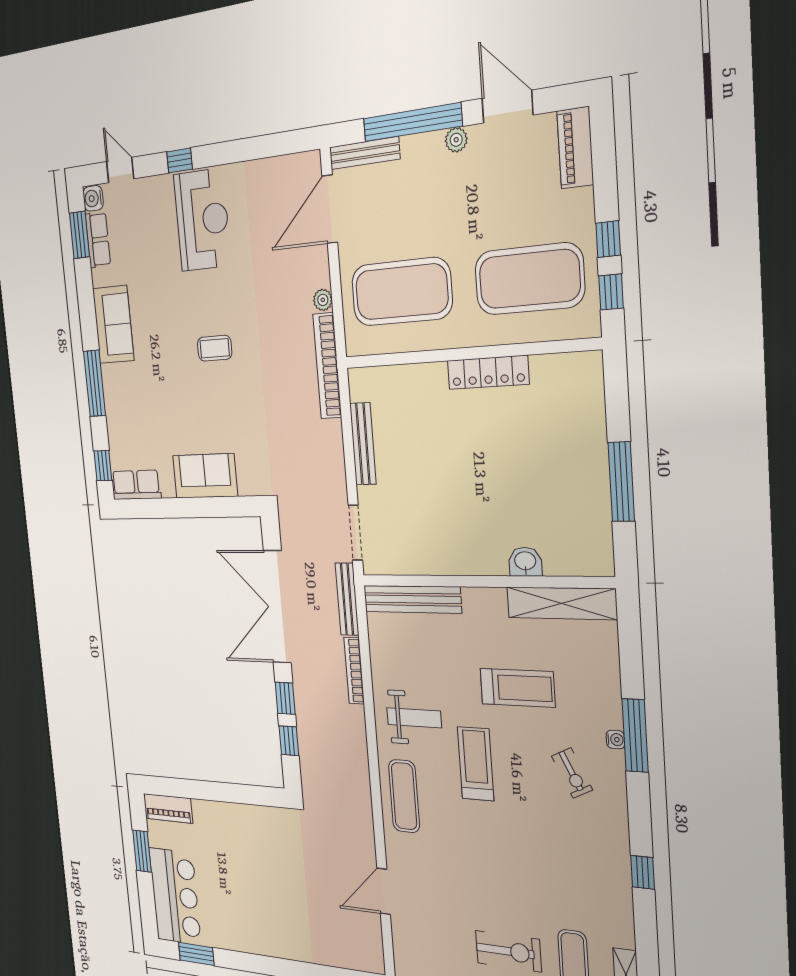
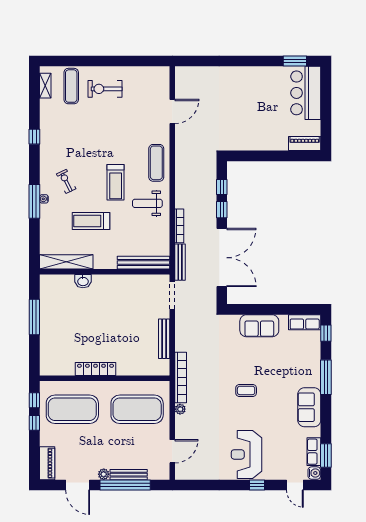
bench: (365, 153) -> (129, 475), moved
door: (330, 209) -> (172, 451), width x0.73
window: (142, 851) -> (326, 117), removed

